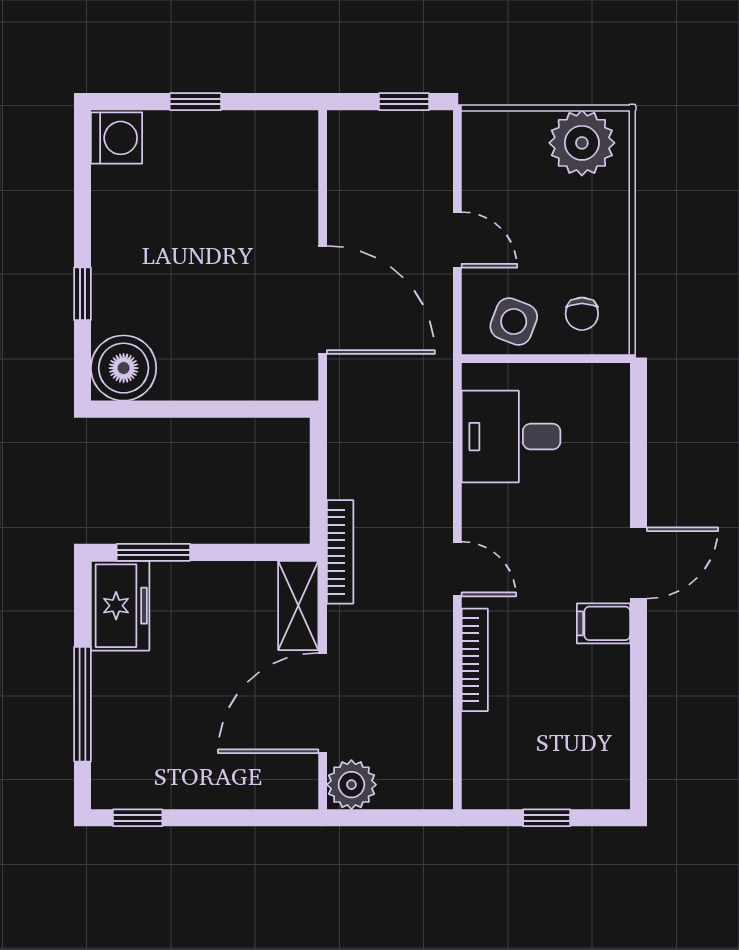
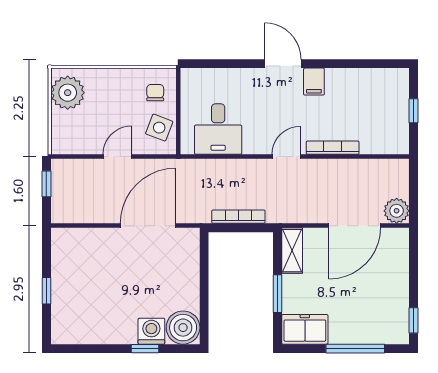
washing machine: (117, 138) -> (151, 331), moved
chair: (582, 314) -> (155, 93), turned -90
window: (153, 552) -> (277, 294), moved
bookcase: (340, 552) -> (238, 217), moved
shelving: (298, 605) -> (292, 251), moved, turned 90
door: (323, 703) -> (355, 226), hinge flipped

